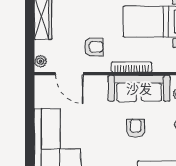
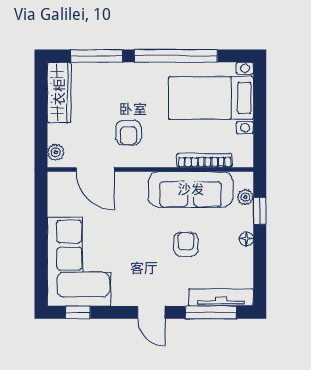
armchair: (94, 47) -> (128, 133), turned 90
bookcase: (132, 67) -> (205, 160), moved

